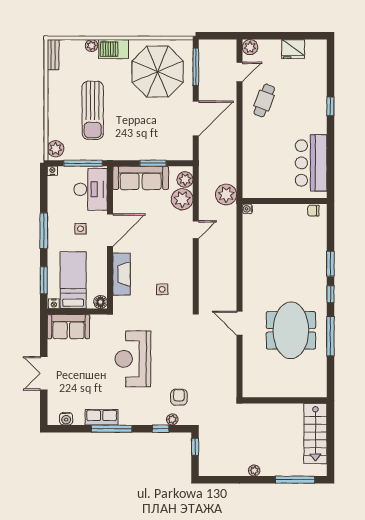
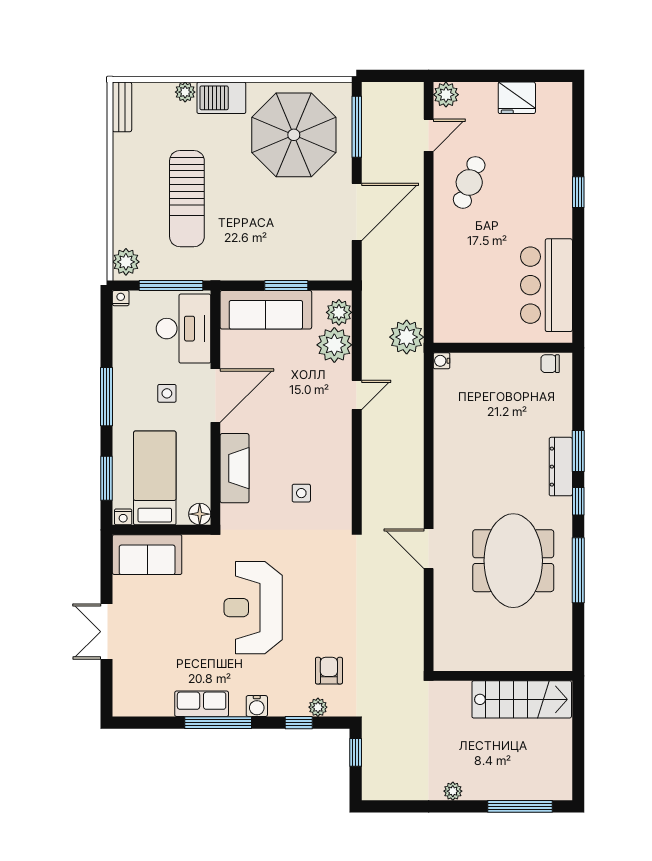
dresser: (320, 273) -> (561, 467), added
water cooler: (66, 419) -> (257, 706), moved
stairs: (315, 433) -> (522, 699), moved, turned -90

